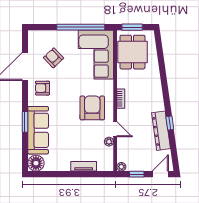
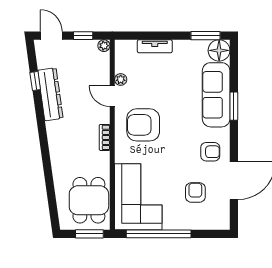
armchair: (54, 58) -> (195, 193), turned -137
armchair: (92, 108) -> (143, 125), turned 90
window: (170, 123) -> (35, 81), moved
window: (46, 174) -> (206, 36), added
door: (160, 174) -> (51, 36), swing flipped

